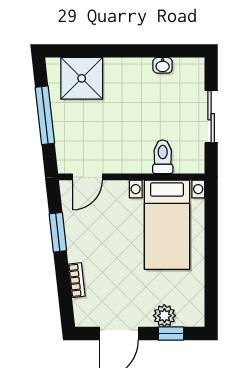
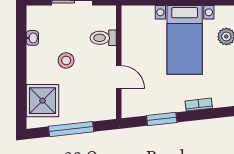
stool: (133, 109) -> (66, 60), added
door: (87, 177) -> (119, 77), moved
bed with nightstands: (167, 225) -> (185, 40), moved, turned 90

